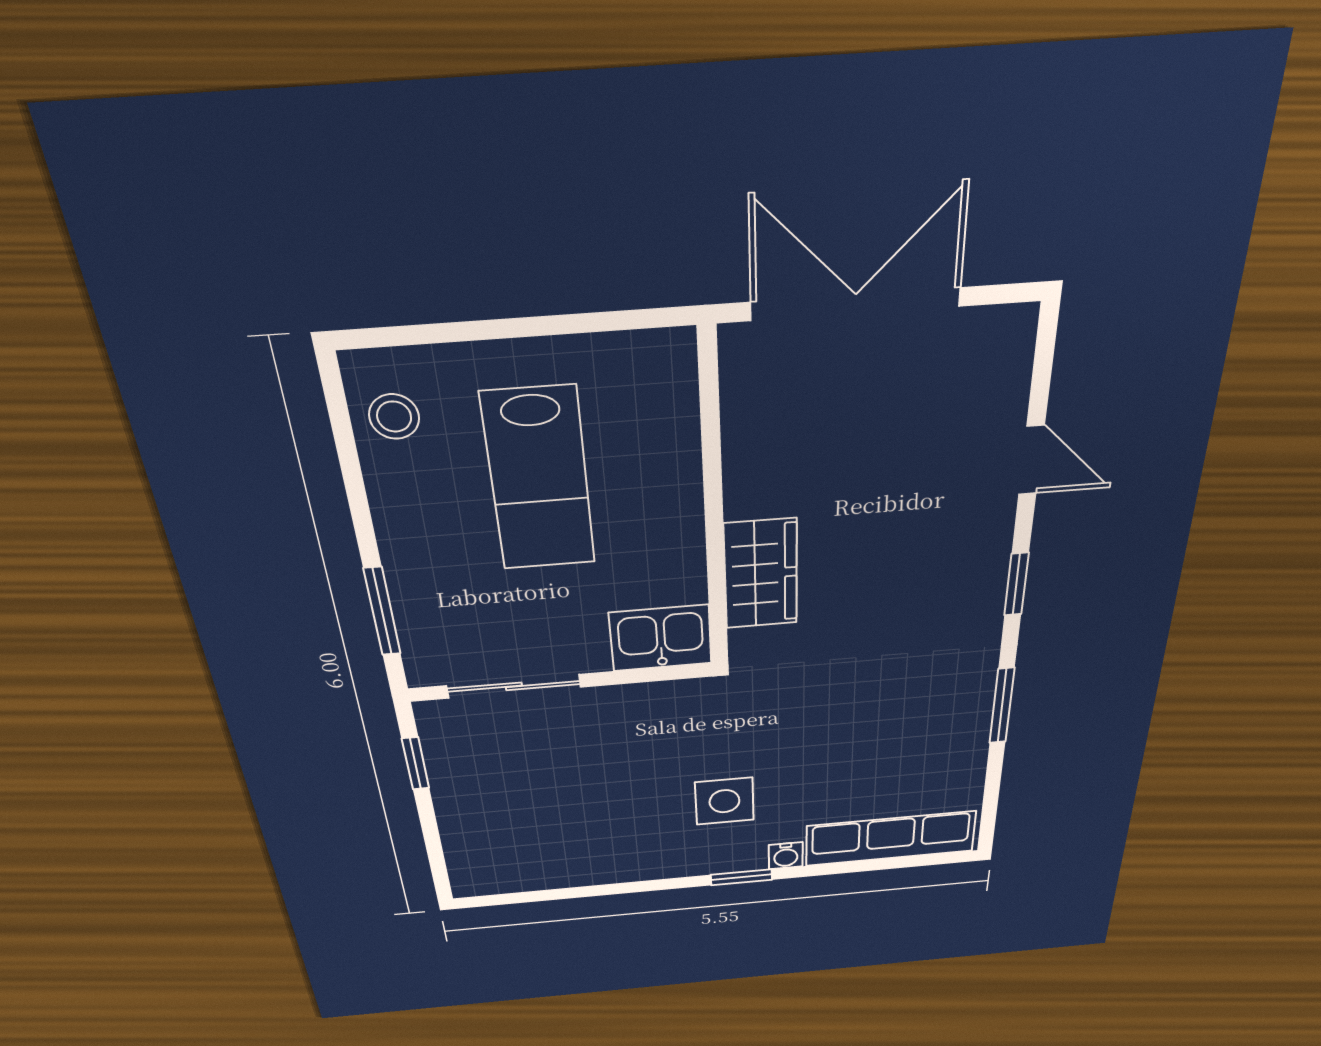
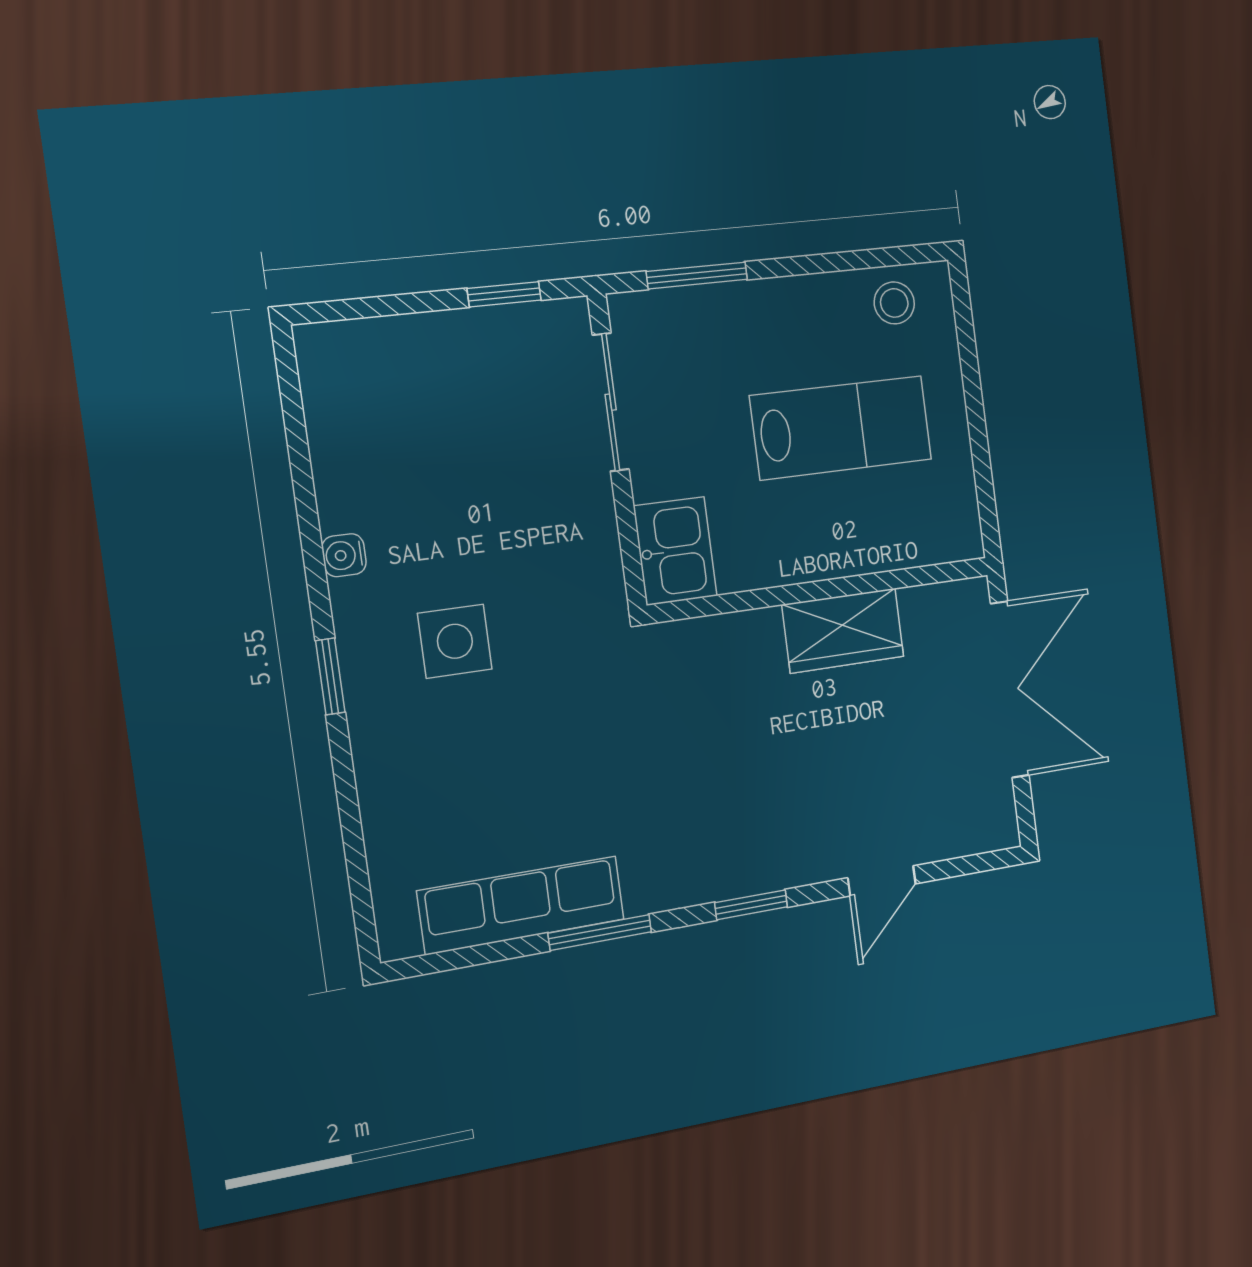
lab bench: (539, 480) -> (841, 428), turned 180
wardrobe: (761, 574) -> (843, 631), moved
row of seats: (891, 839) -> (521, 905), moved, turned -90
water cooler: (786, 856) -> (344, 555), moved

